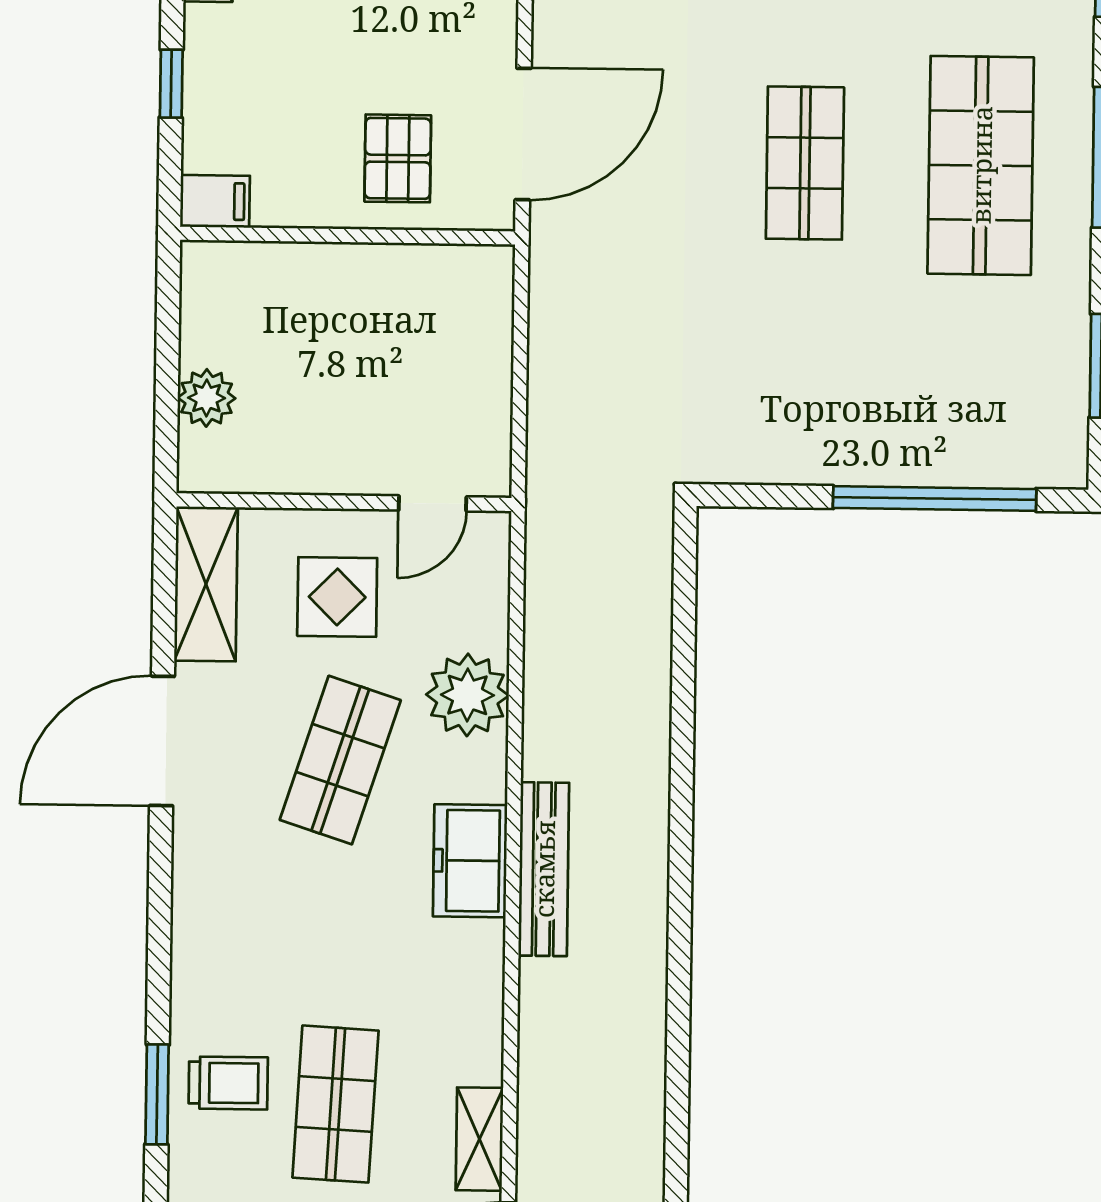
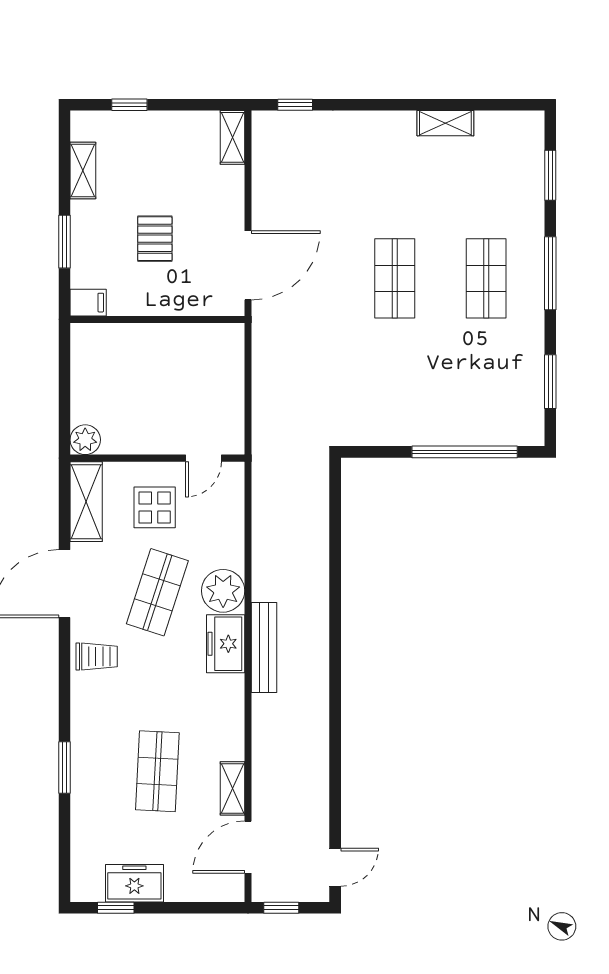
window: (171, 84) -> (65, 242), width x1.50
pallet: (398, 158) -> (155, 239), moved
shop shelf: (981, 165) -> (486, 278), width x0.70, depth x0.74
plant: (207, 398) -> (85, 440), moved
plant: (467, 695) -> (223, 591), moved
trolley: (228, 1083) -> (97, 656), moved

